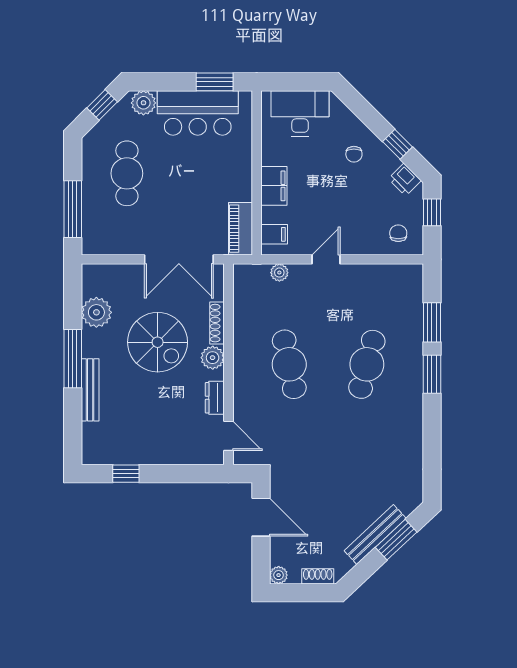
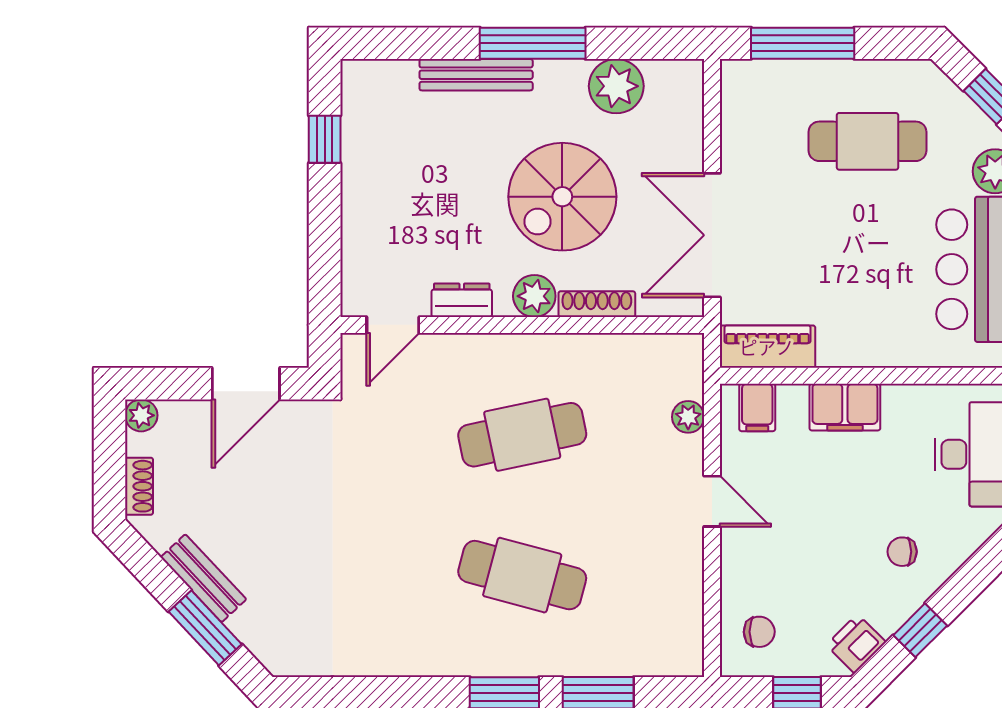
bench: (375, 534) -> (203, 578), width x0.73

